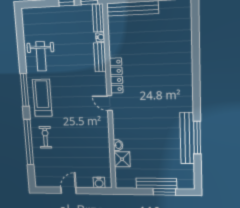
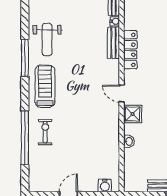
locker: (116, 75) -> (130, 50), moved
window: (25, 90) -> (25, 58), moved
shower: (122, 159) -> (133, 114), moved

